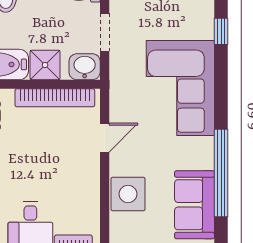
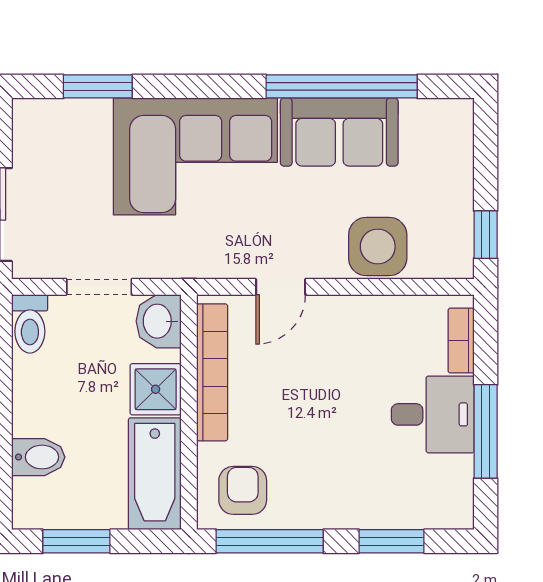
window: (221, 31) -> (98, 86), width x1.50
door: (105, 138) -> (281, 287), swing flipped
sofa: (195, 205) -> (339, 132), moved

